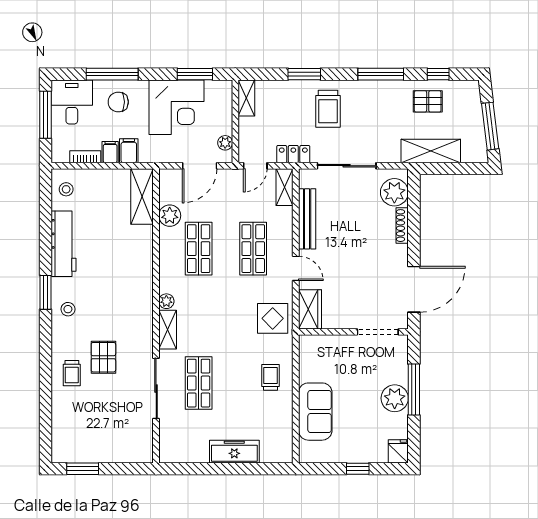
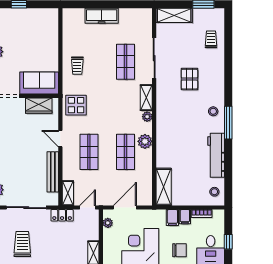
trolley: (328, 109) -> (22, 244), moved
window: (46, 115) -> (228, 242), width x0.46
plant: (170, 216) -> (145, 141), moved
window: (46, 292) -> (228, 123), width x1.44
wardrobe: (310, 309) -> (39, 106), moved, turned -90
trolley: (72, 373) -> (211, 39), moved
sofa: (315, 412) -> (39, 83), moved, turned 90
shelving: (126, 452) -> (174, 15), added

